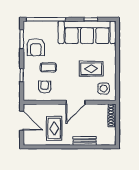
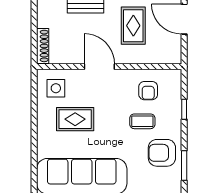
armchair: (36, 47) -> (162, 153), turned -90
door: (76, 102) -> (99, 67), hinge flipped
door: (22, 121) -> (184, 19), moved

